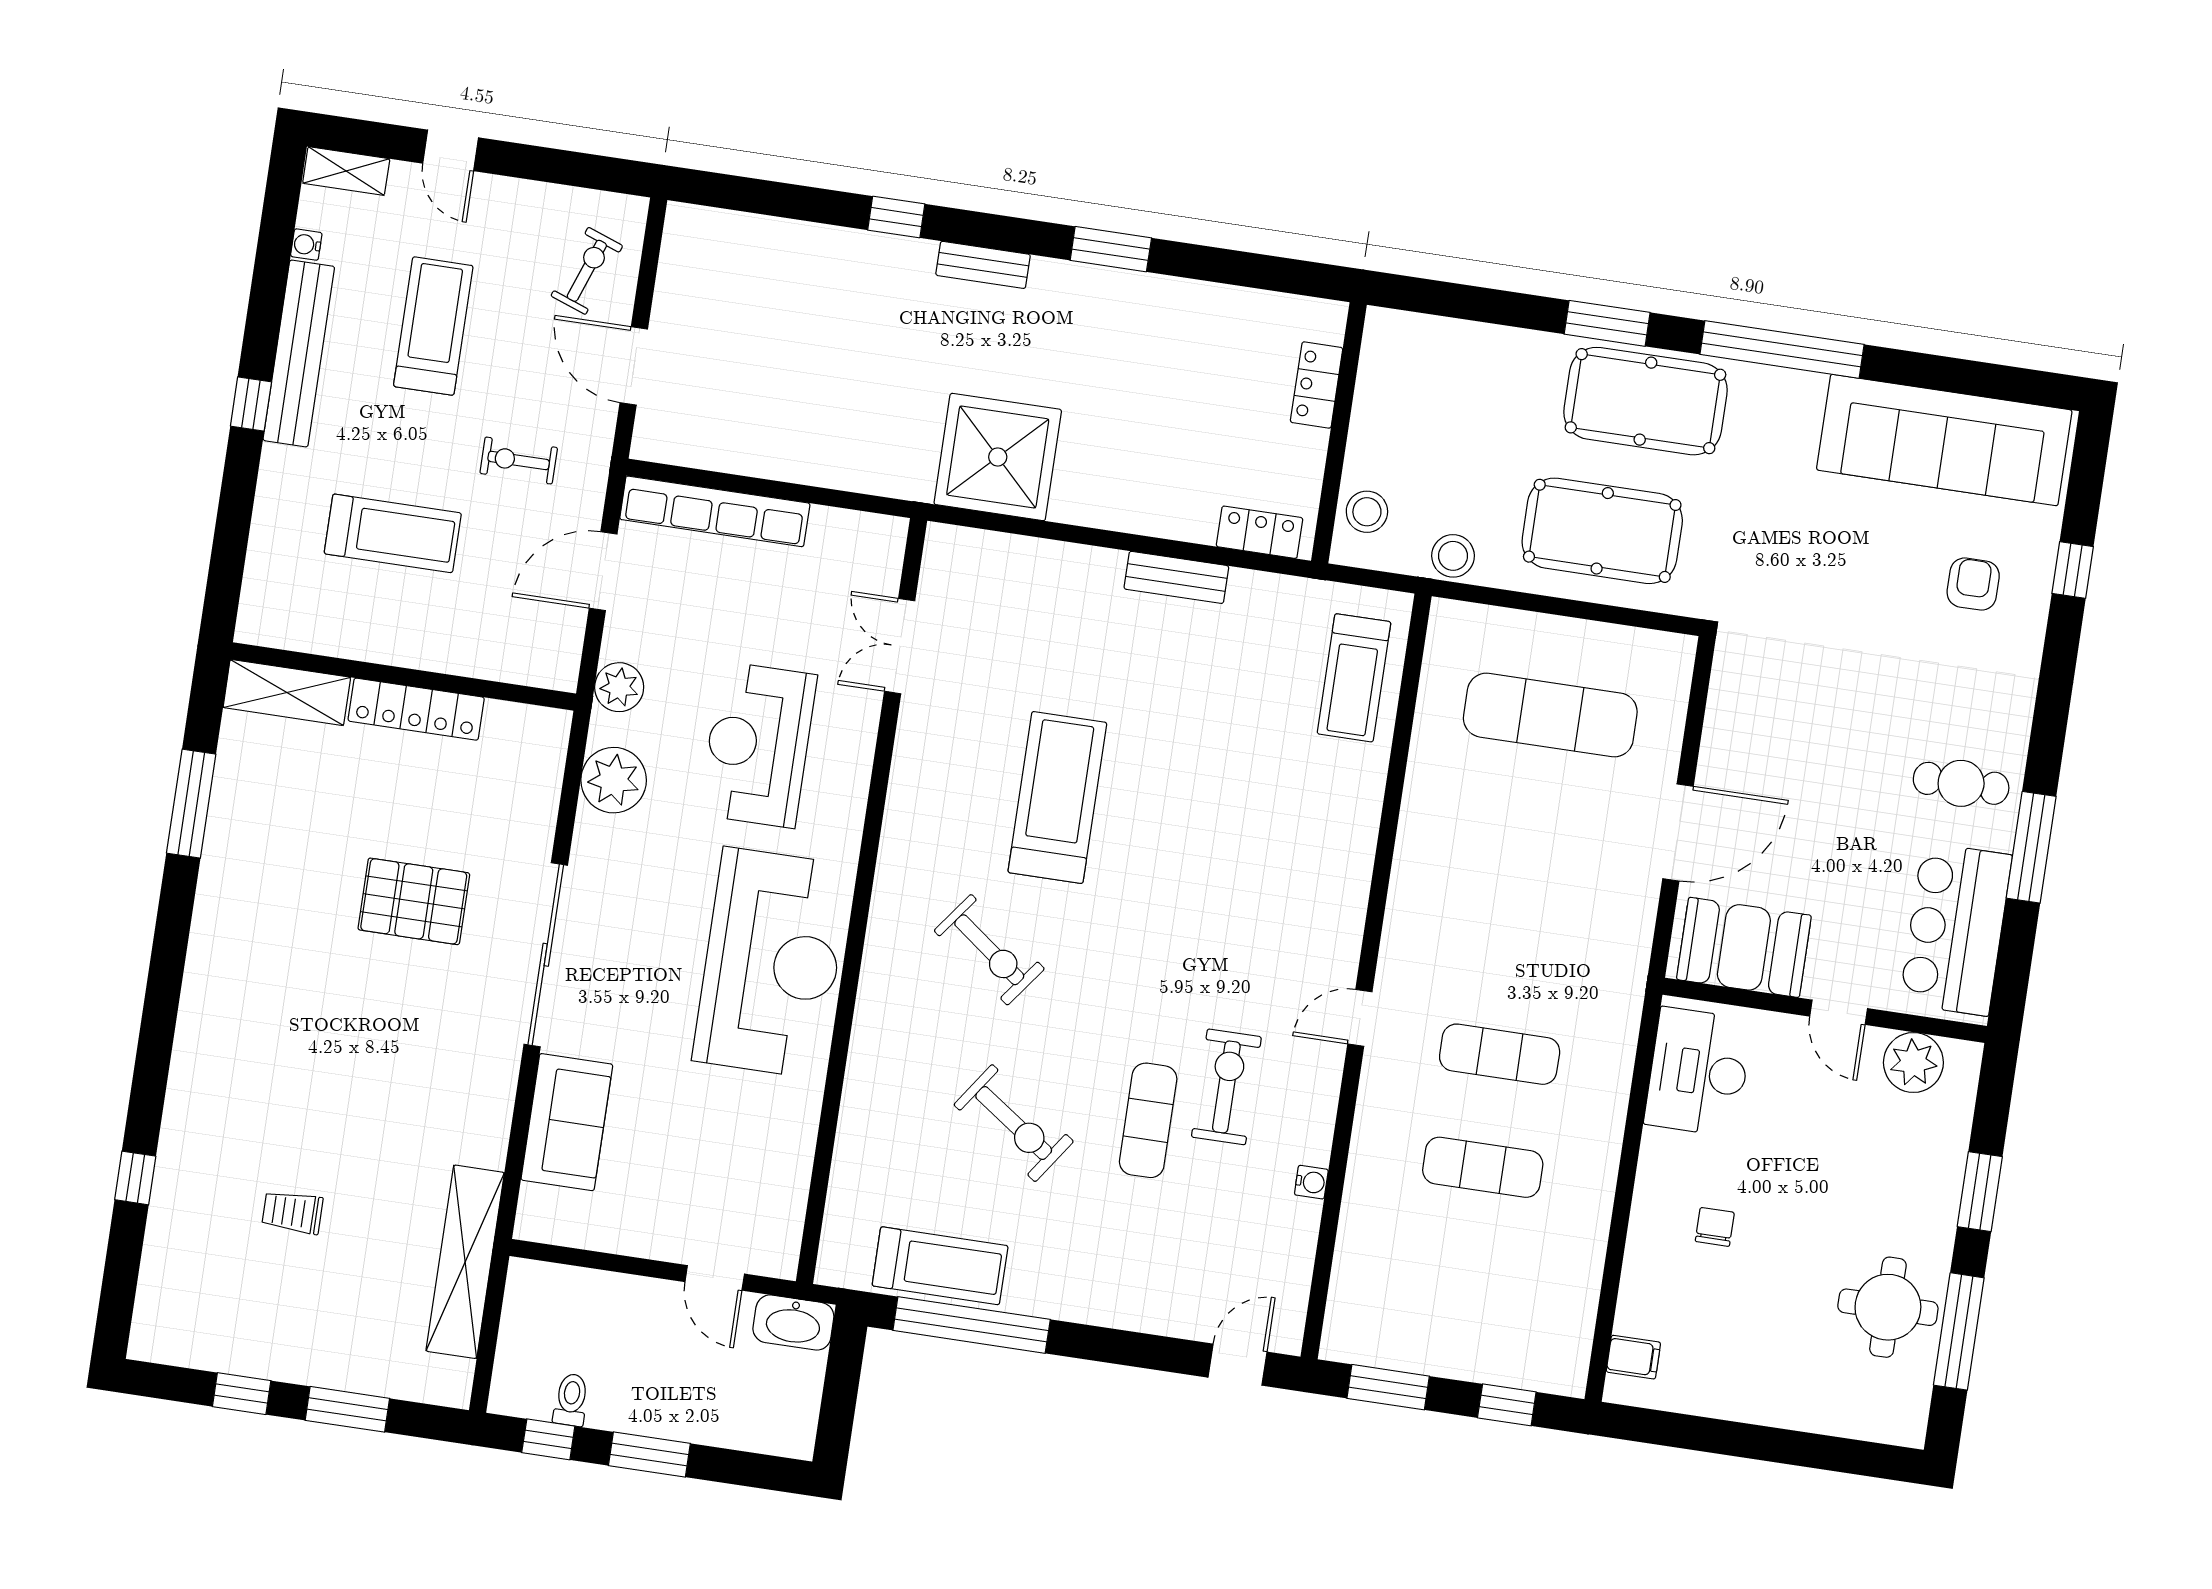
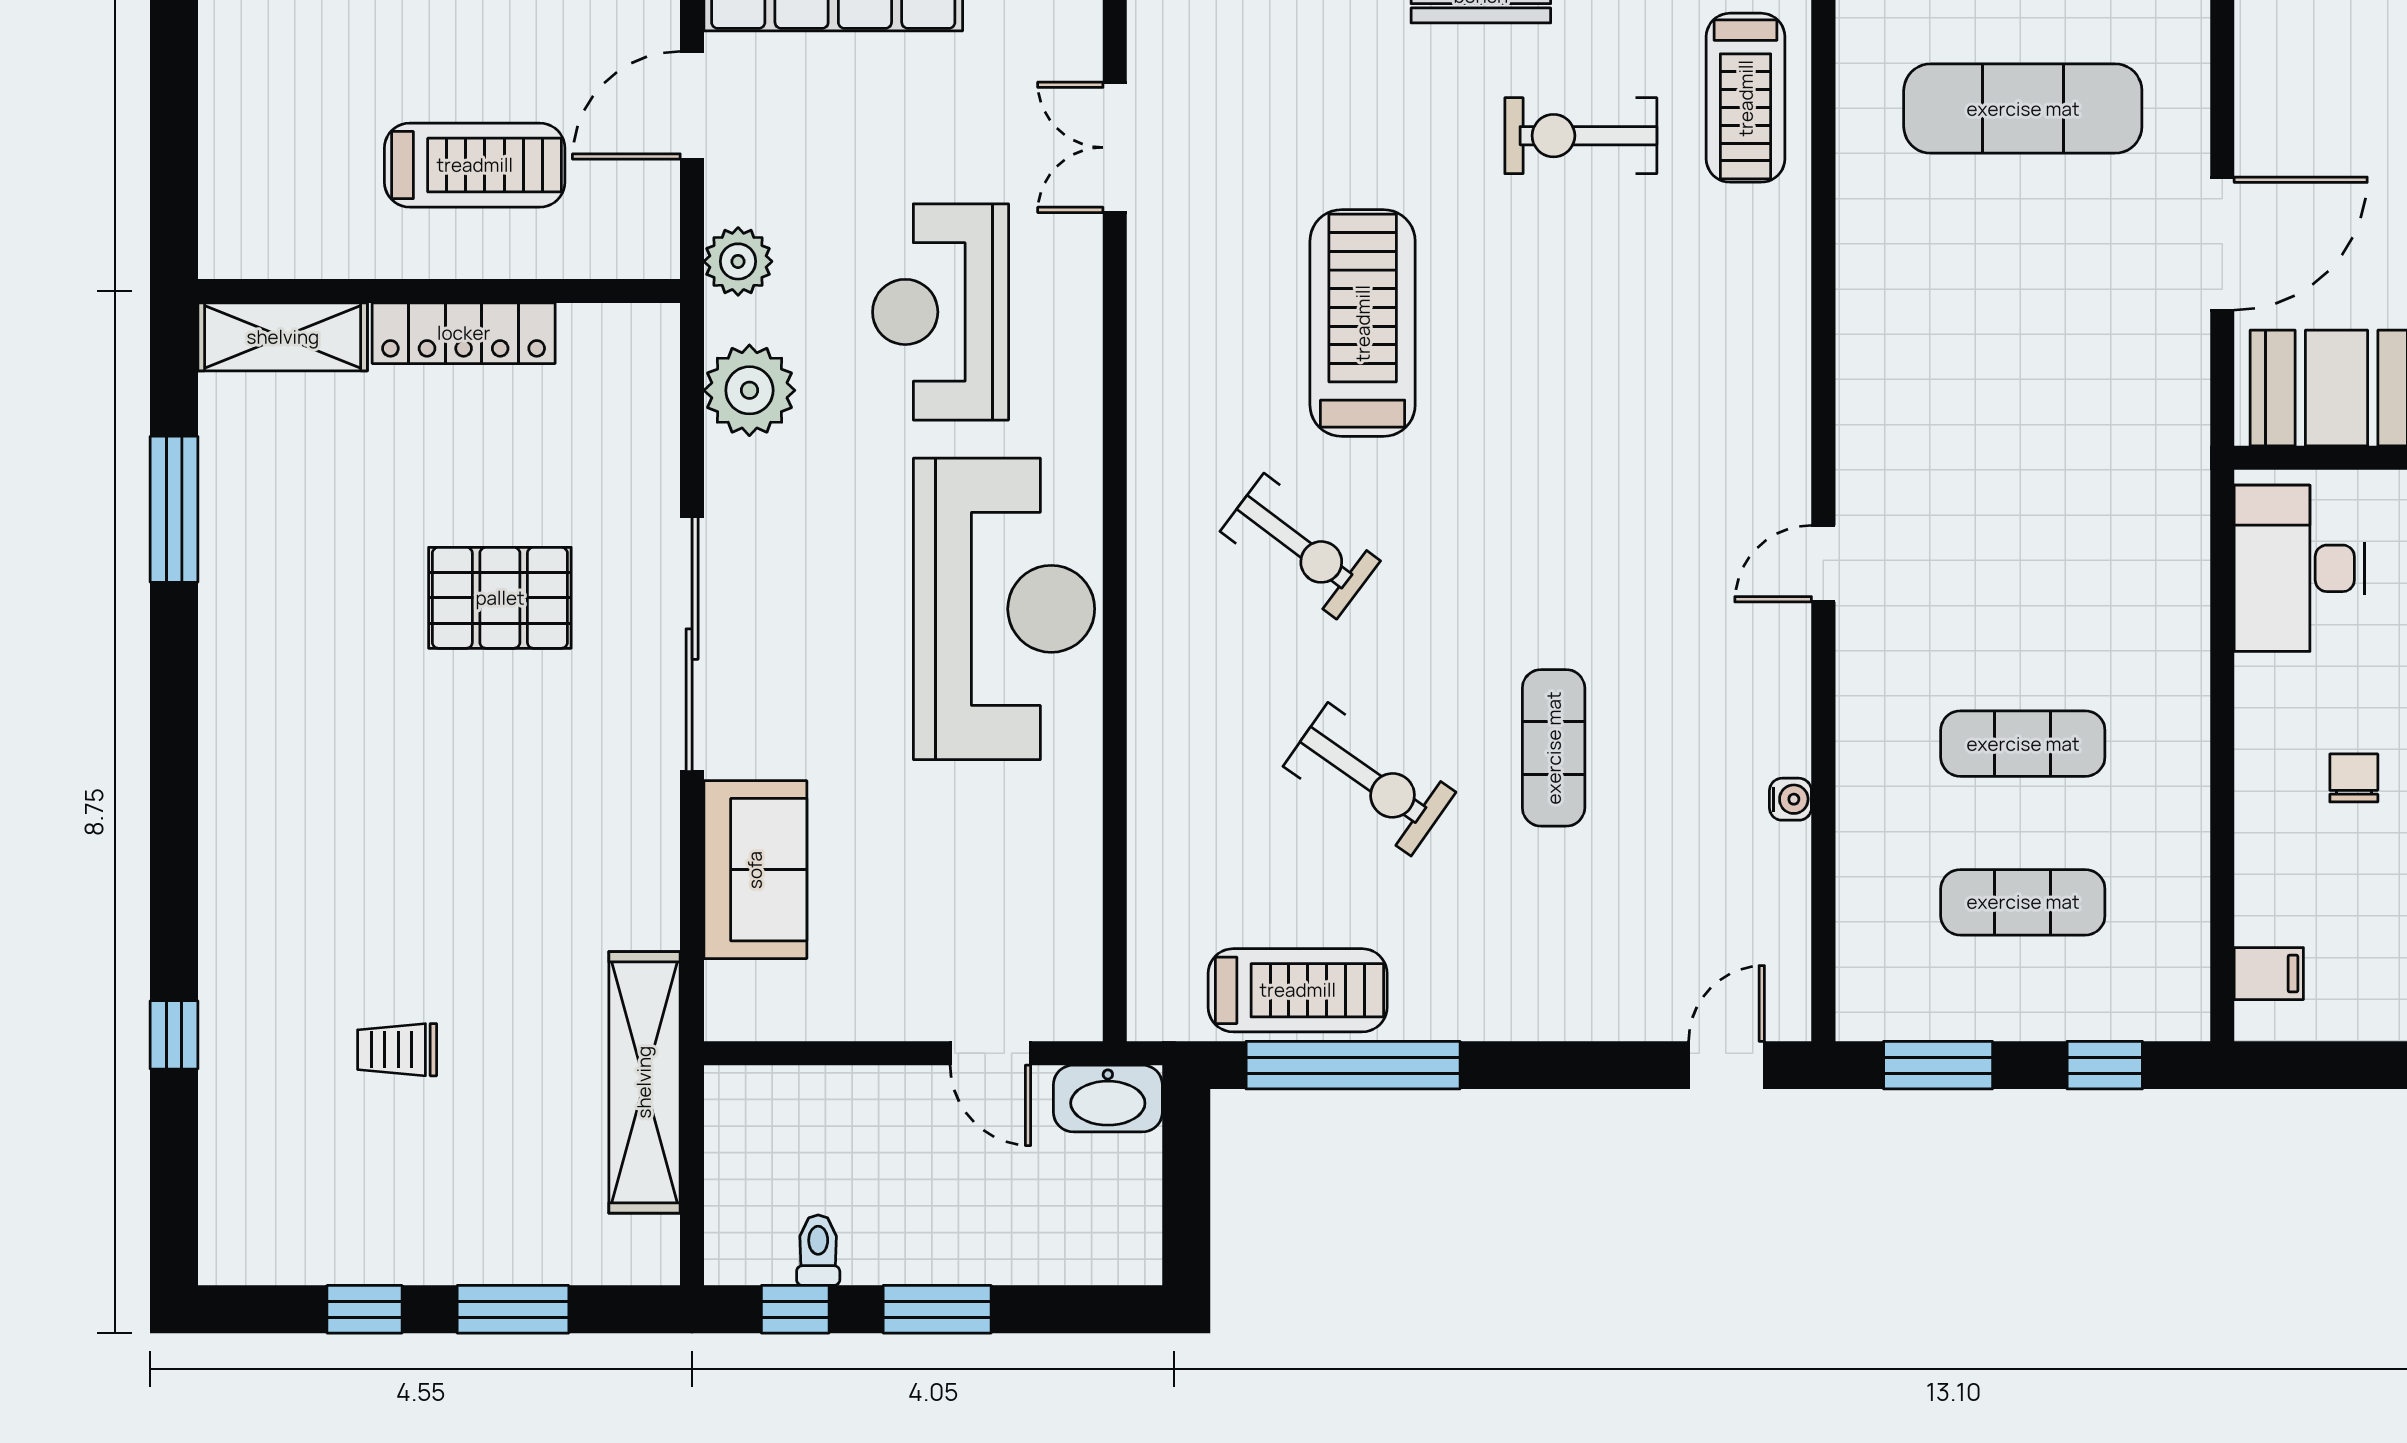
treadmill: (393, 533) -> (475, 165), moved
exercise mat: (1500, 1054) -> (2023, 902), moved
exercise bike: (1226, 1087) -> (1581, 136), moved, turned -90

